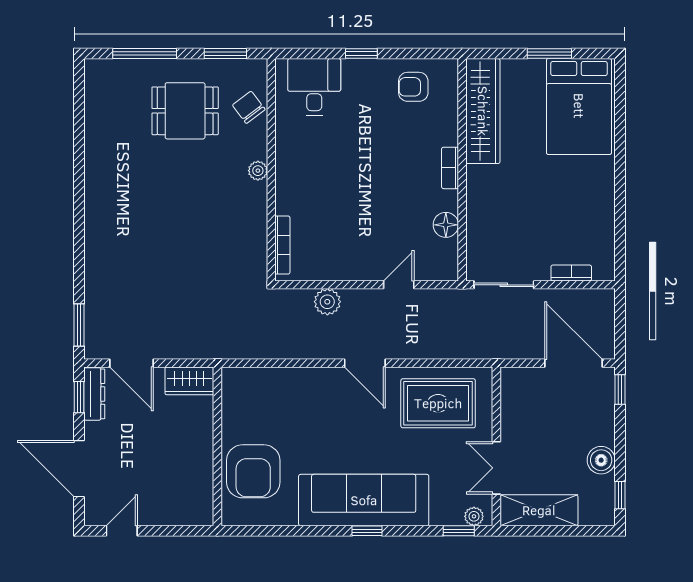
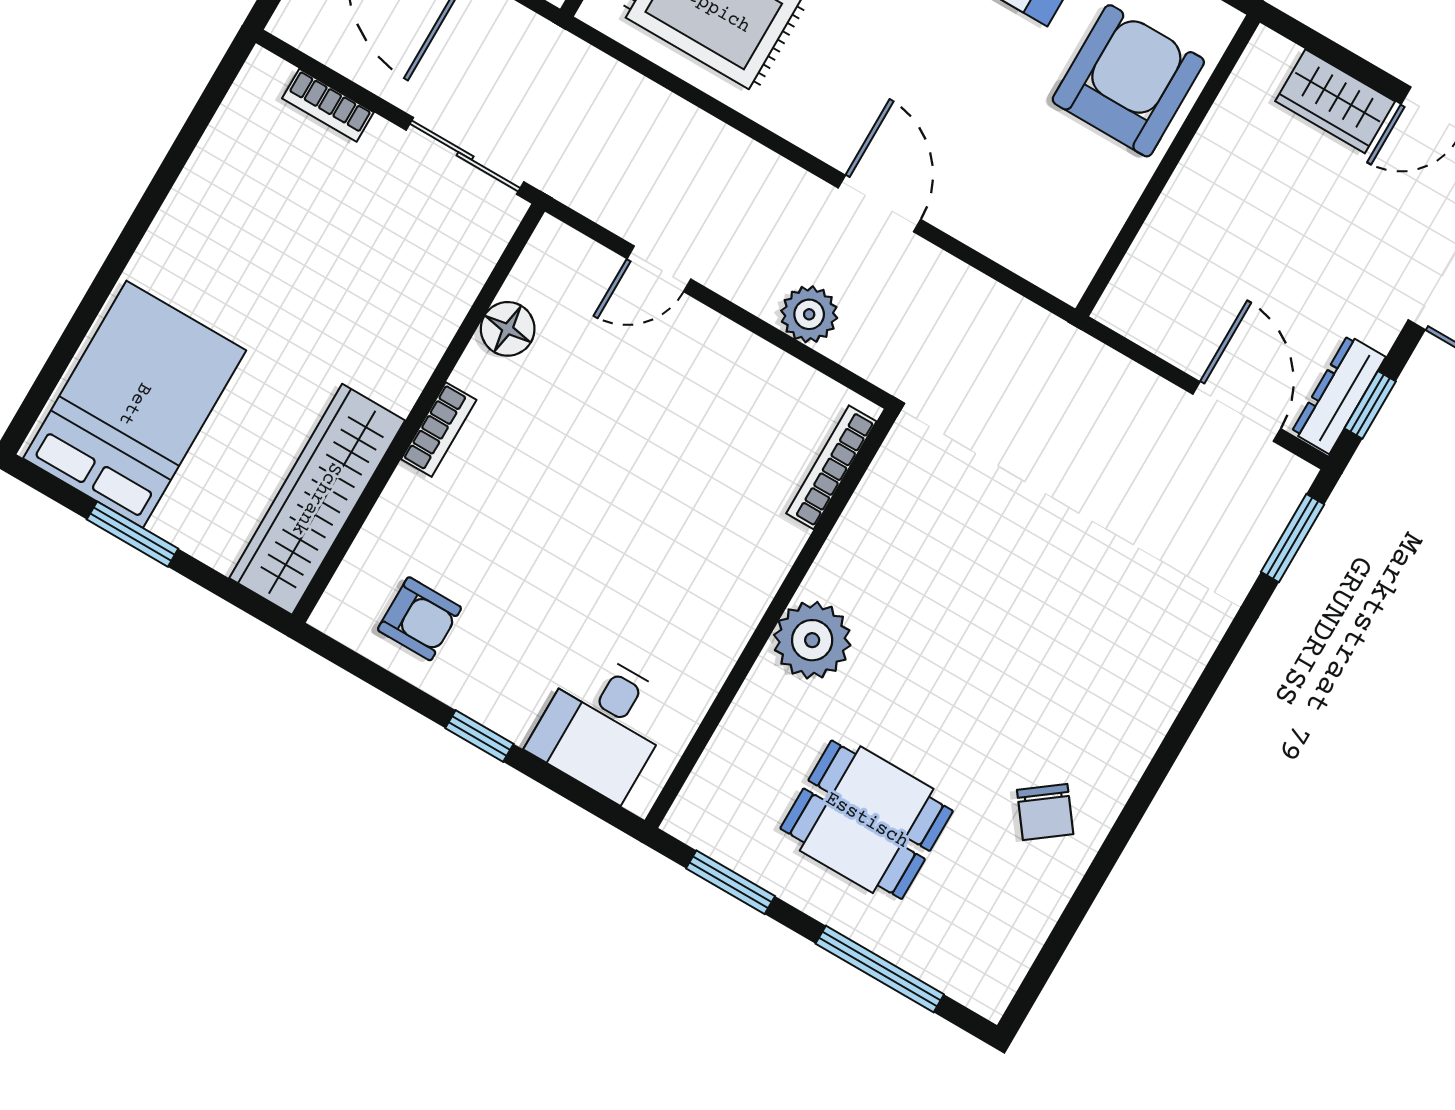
chair: (249, 107) -> (1045, 812), moved
plant: (258, 171) -> (812, 640), width x1.88, depth x1.88
door: (365, 363) -> (879, 204), moved
wardrobe: (189, 381) -> (1335, 101), moved, turned 180

